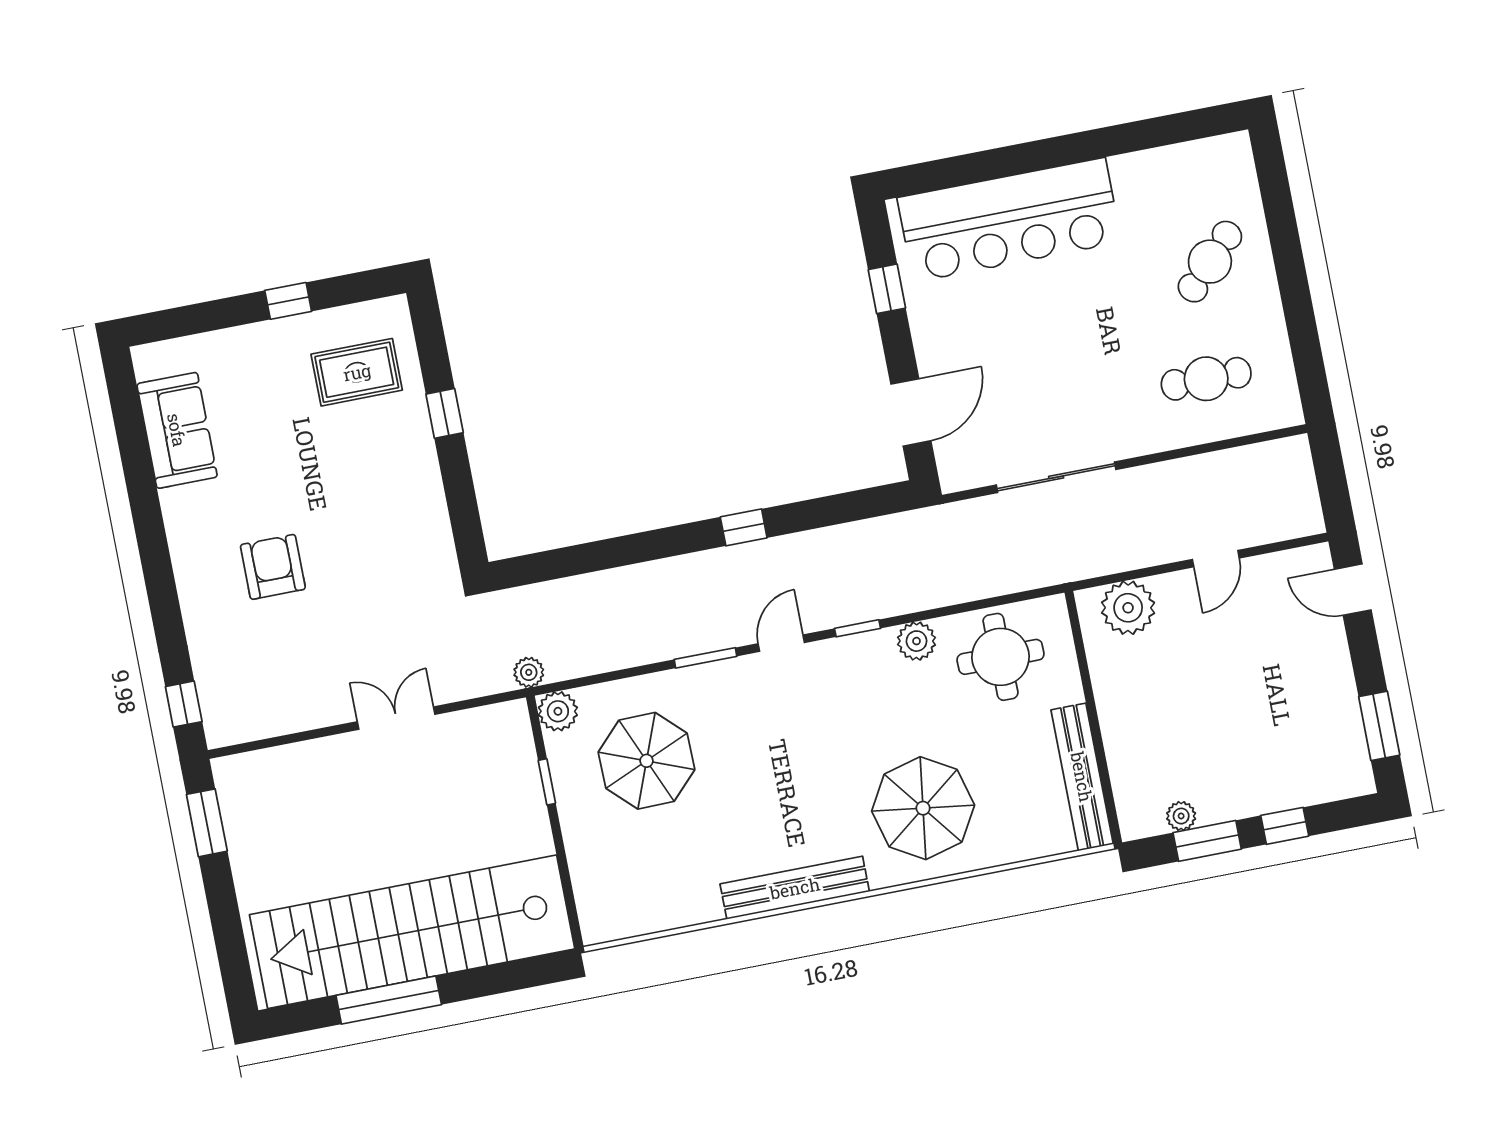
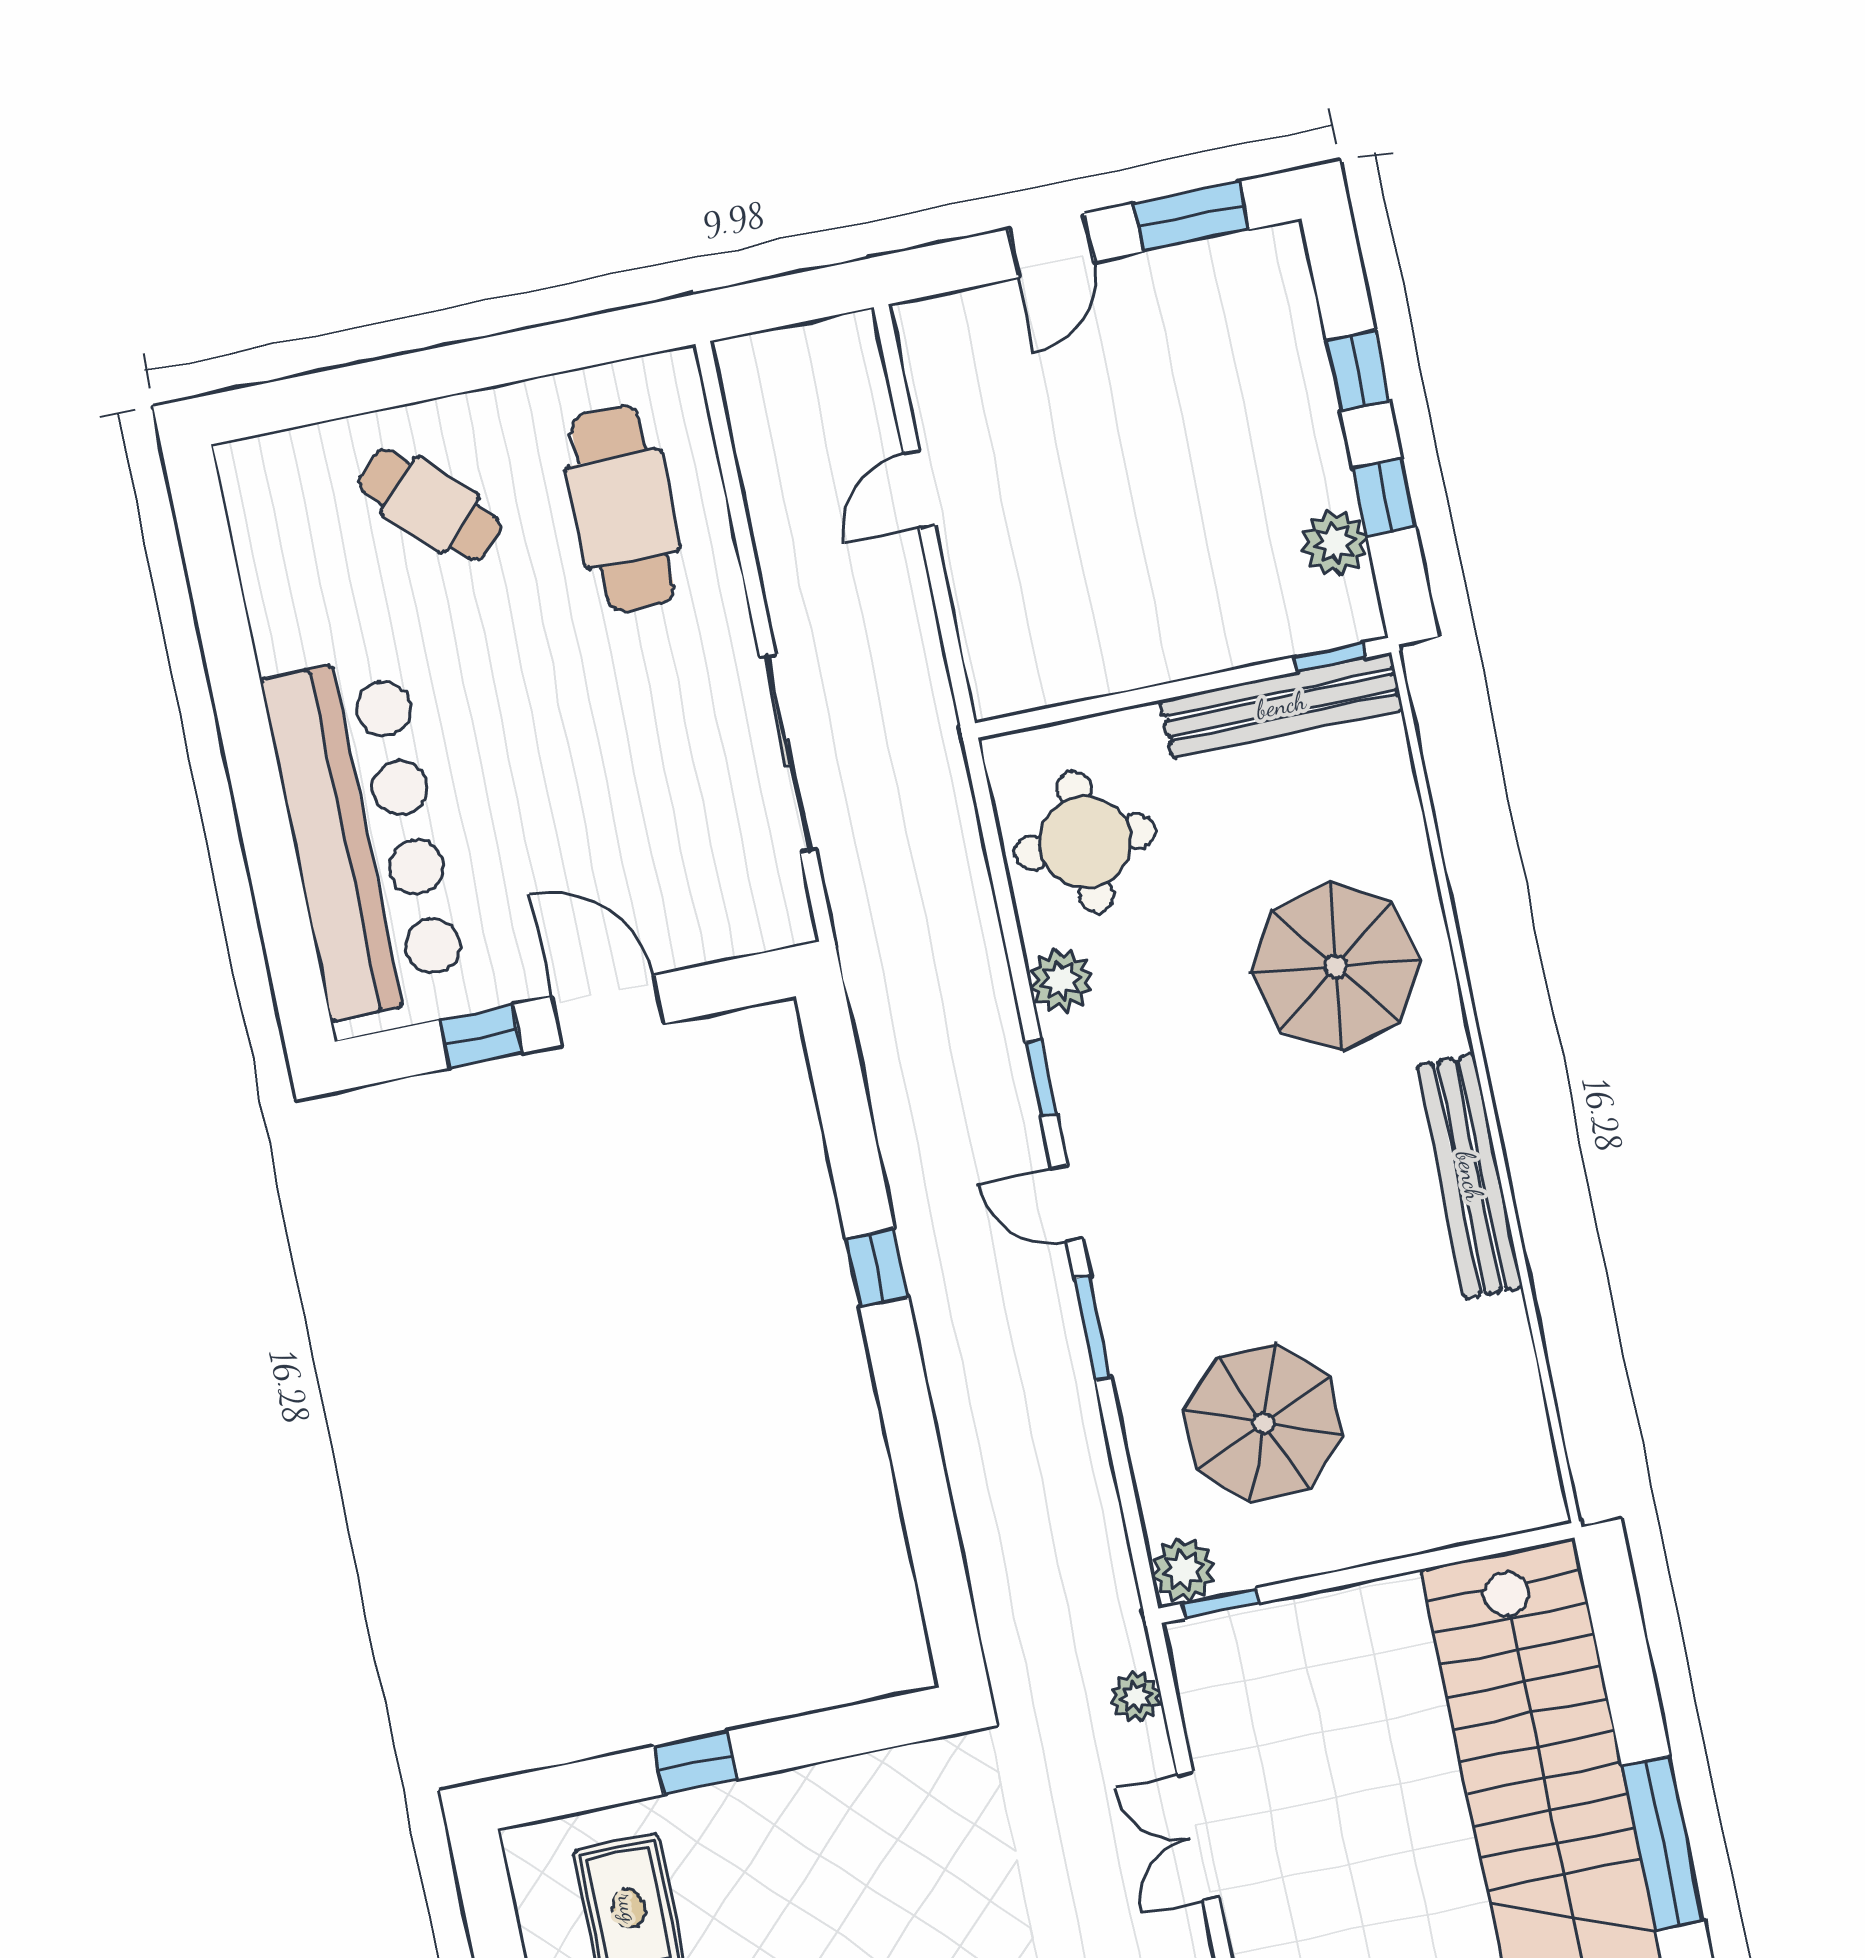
cafe table: (1206, 379) -> (623, 509), width x1.37, depth x1.35
door: (911, 412) -> (608, 1010), moved
door: (1216, 559) -> (919, 489), swing flipped
door: (1353, 590) -> (1051, 245), moved
plant: (1128, 608) -> (1002, 633), removed
plant: (529, 672) -> (1136, 1697), moved
window: (547, 782) -> (1221, 1603), moved
window: (1111, 807) -> (1330, 657), added
plant: (1181, 816) -> (1335, 543), width x1.38, depth x1.38
window: (1207, 841) -> (1384, 498), width x0.67

